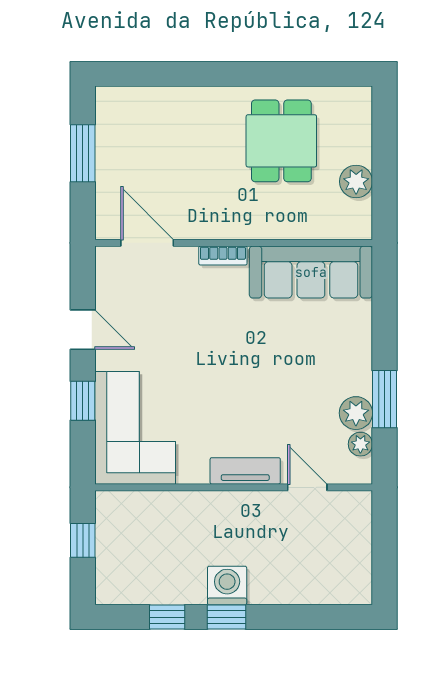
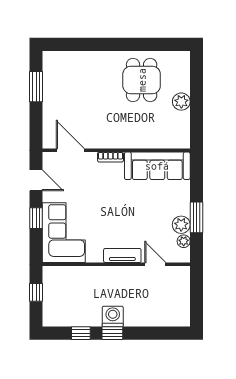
door: (147, 243) -> (70, 150), moved
wall: (234, 243) -> (116, 150), moved
bookcase: (223, 255) -> (110, 157), moved
sofa: (311, 272) -> (157, 166), moved

